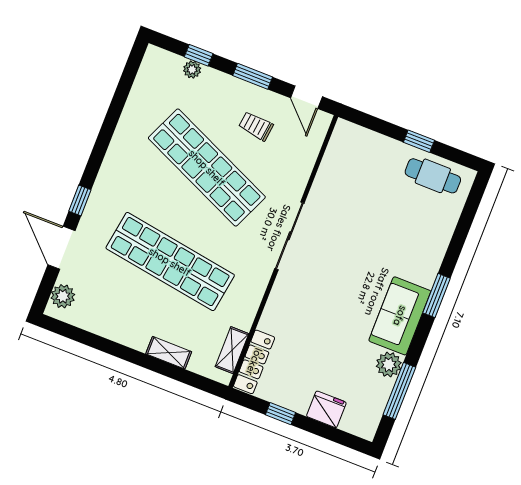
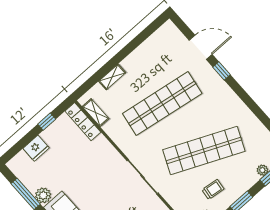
plant: (63, 296) -> (173, 34), removed

